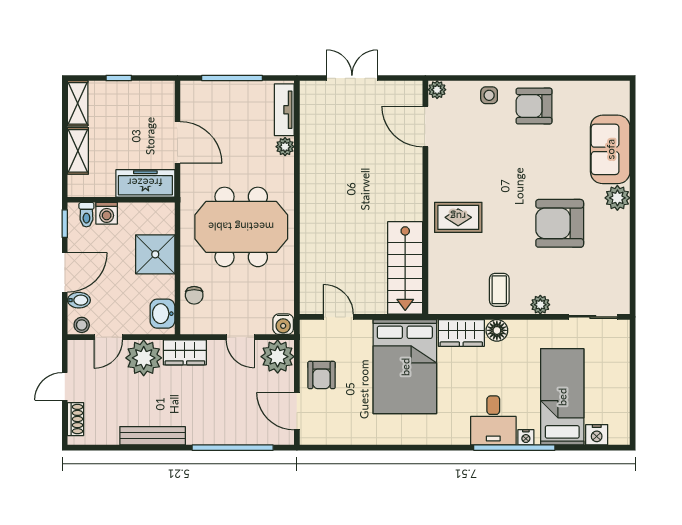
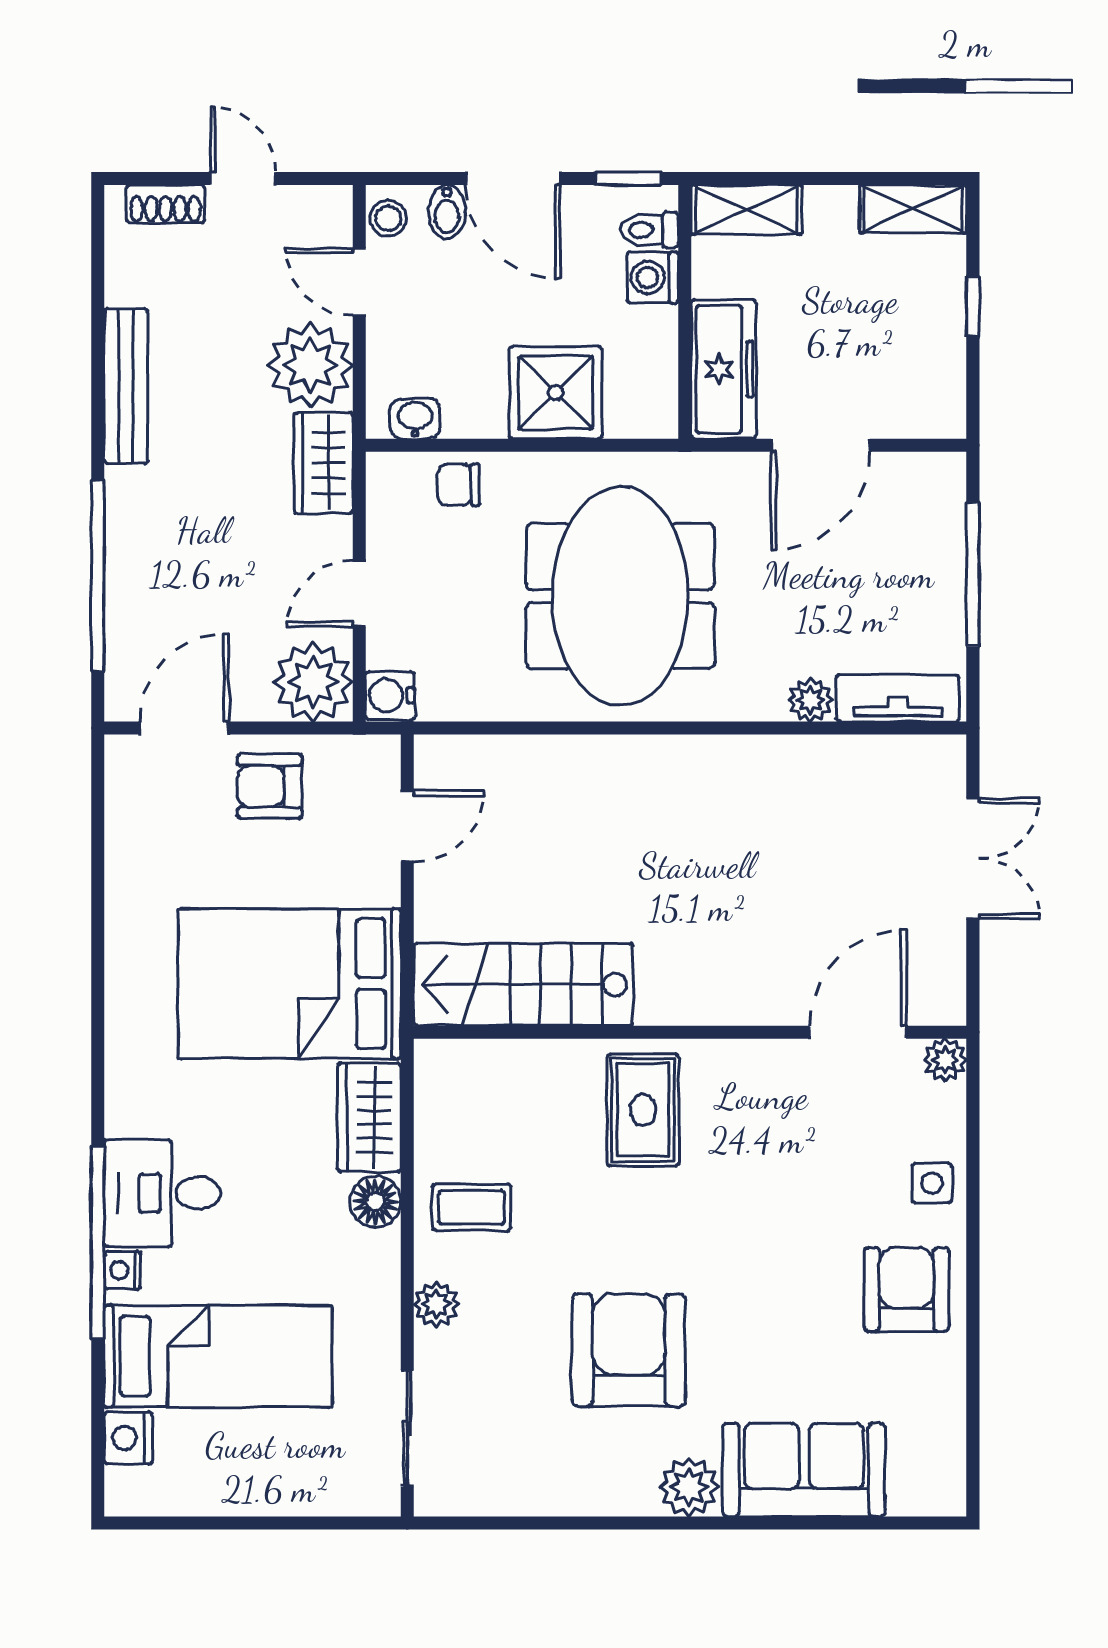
shelving: (78, 151) -> (746, 210), moved
washbasin: (162, 314) -> (415, 419), width x0.72, depth x0.69

